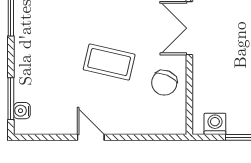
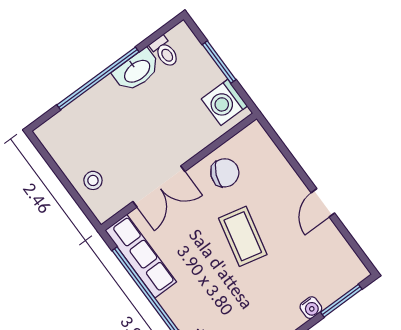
water cooler: (22, 111) -> (311, 308), moved
washing machine: (215, 124) -> (224, 102), width x1.38, depth x1.38

